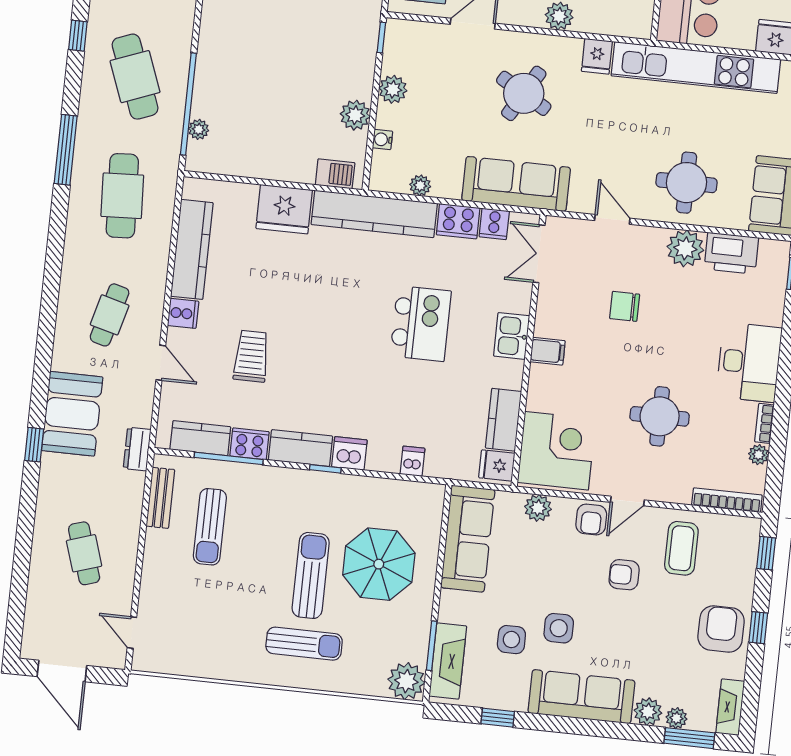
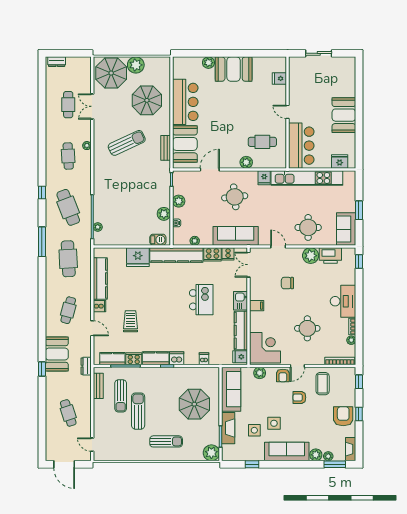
round table: (524, 93) -> (235, 197), turned -36
kitchen counter: (503, 420) -> (241, 330), width x1.50
sun lounger: (311, 575) -> (138, 411), moved
fireplace: (448, 661) -> (228, 428), moved

